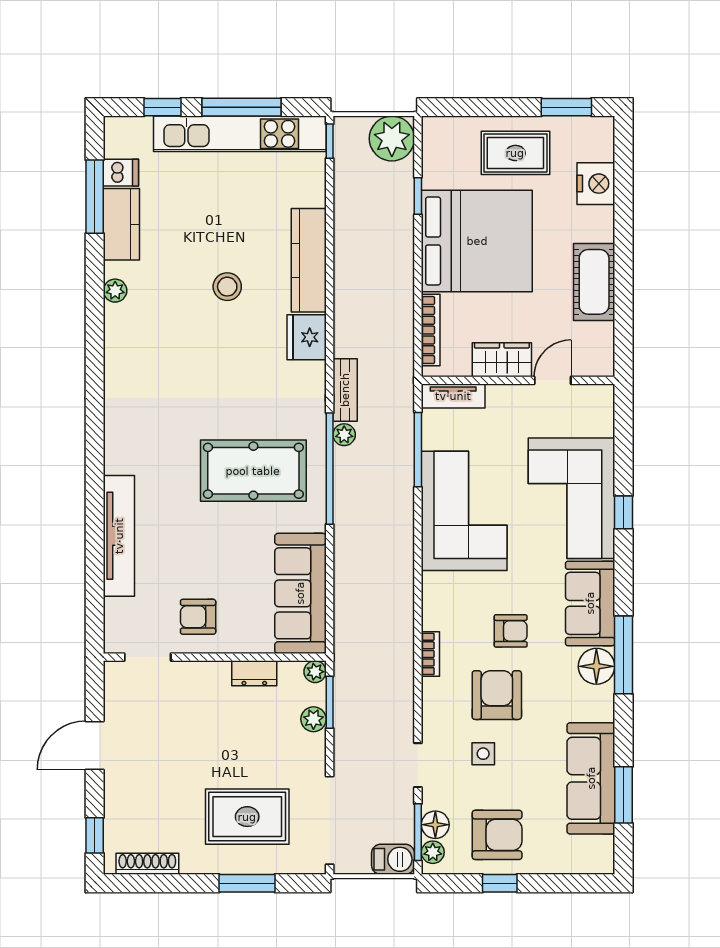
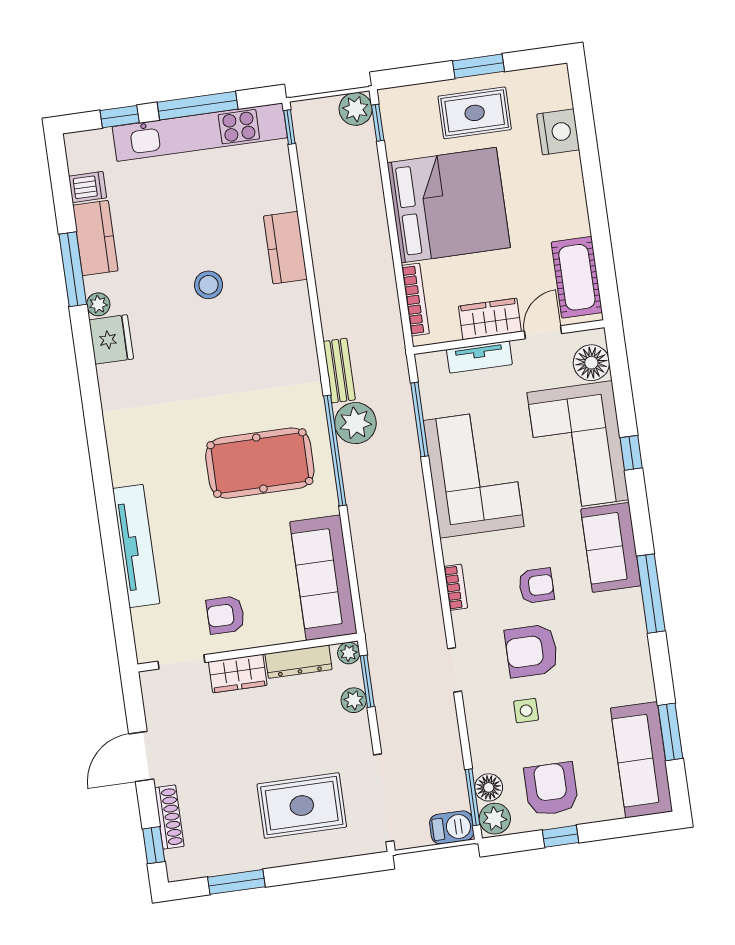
window: (566, 107) -> (478, 66), moved
plant: (392, 139) -> (356, 109), width x0.73, depth x0.73
window: (418, 196) -> (378, 123), moved
window: (95, 197) -> (73, 269), moved
kitchen counter: (309, 260) -> (285, 248), width x0.67
cot: (594, 282) -> (577, 277), moved
fridge: (307, 337) -> (111, 339), moved, turned 180
tv unit: (453, 396) -> (479, 357), moved
plant: (344, 435) -> (355, 423), width x1.87, depth x1.87
bookcase: (430, 654) -> (456, 587), moved
floor lamp: (596, 666) -> (591, 363), moved
dresser: (254, 673) -> (299, 662), width x1.44
wardrobe: (202, 677) -> (238, 674), added
armchair: (497, 695) -> (531, 651), turned -90
doorway: (418, 765) -> (455, 670), moved
sofa: (591, 778) -> (641, 760), moved
armchair: (497, 835) -> (551, 789), turned -90
plant: (433, 852) -> (495, 819), width x1.38, depth x1.38
shoe rack: (147, 864) -> (169, 817), moved, turned 90
window: (247, 883) -> (236, 882), moved

